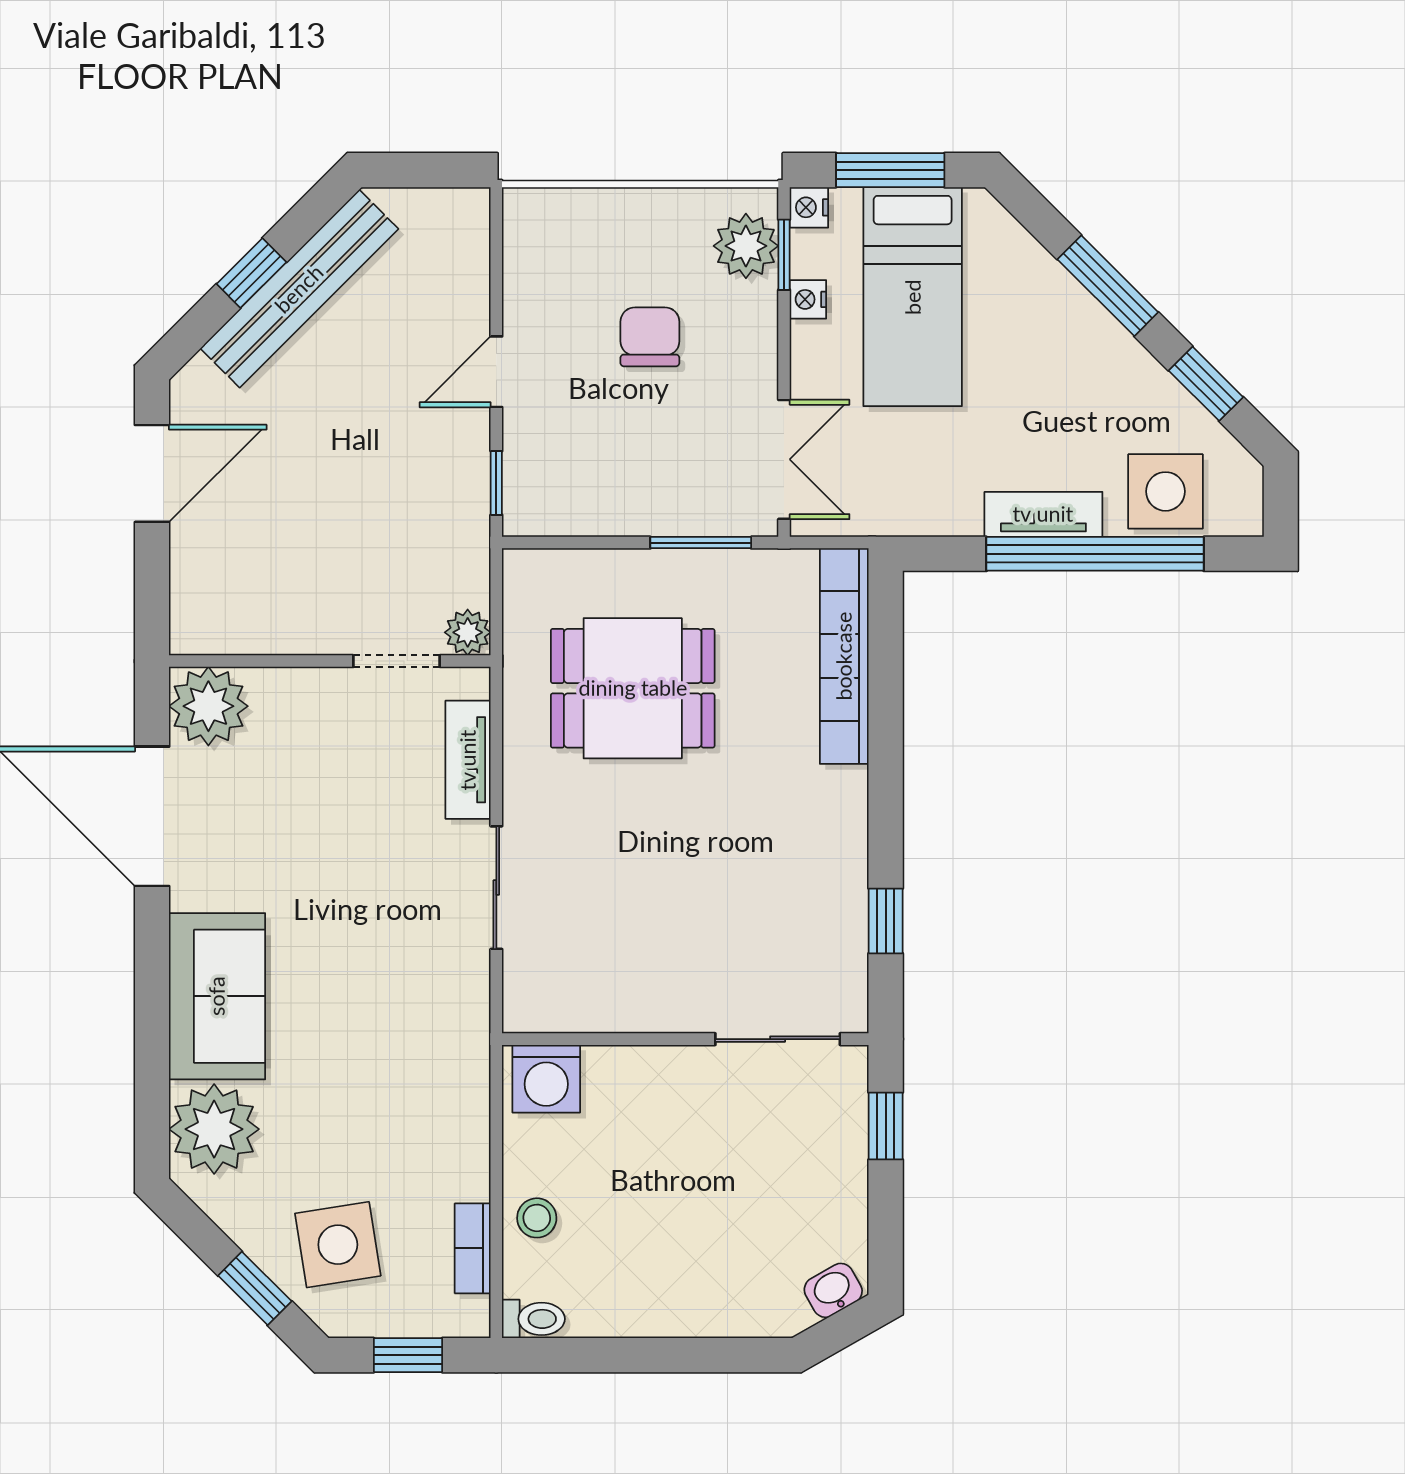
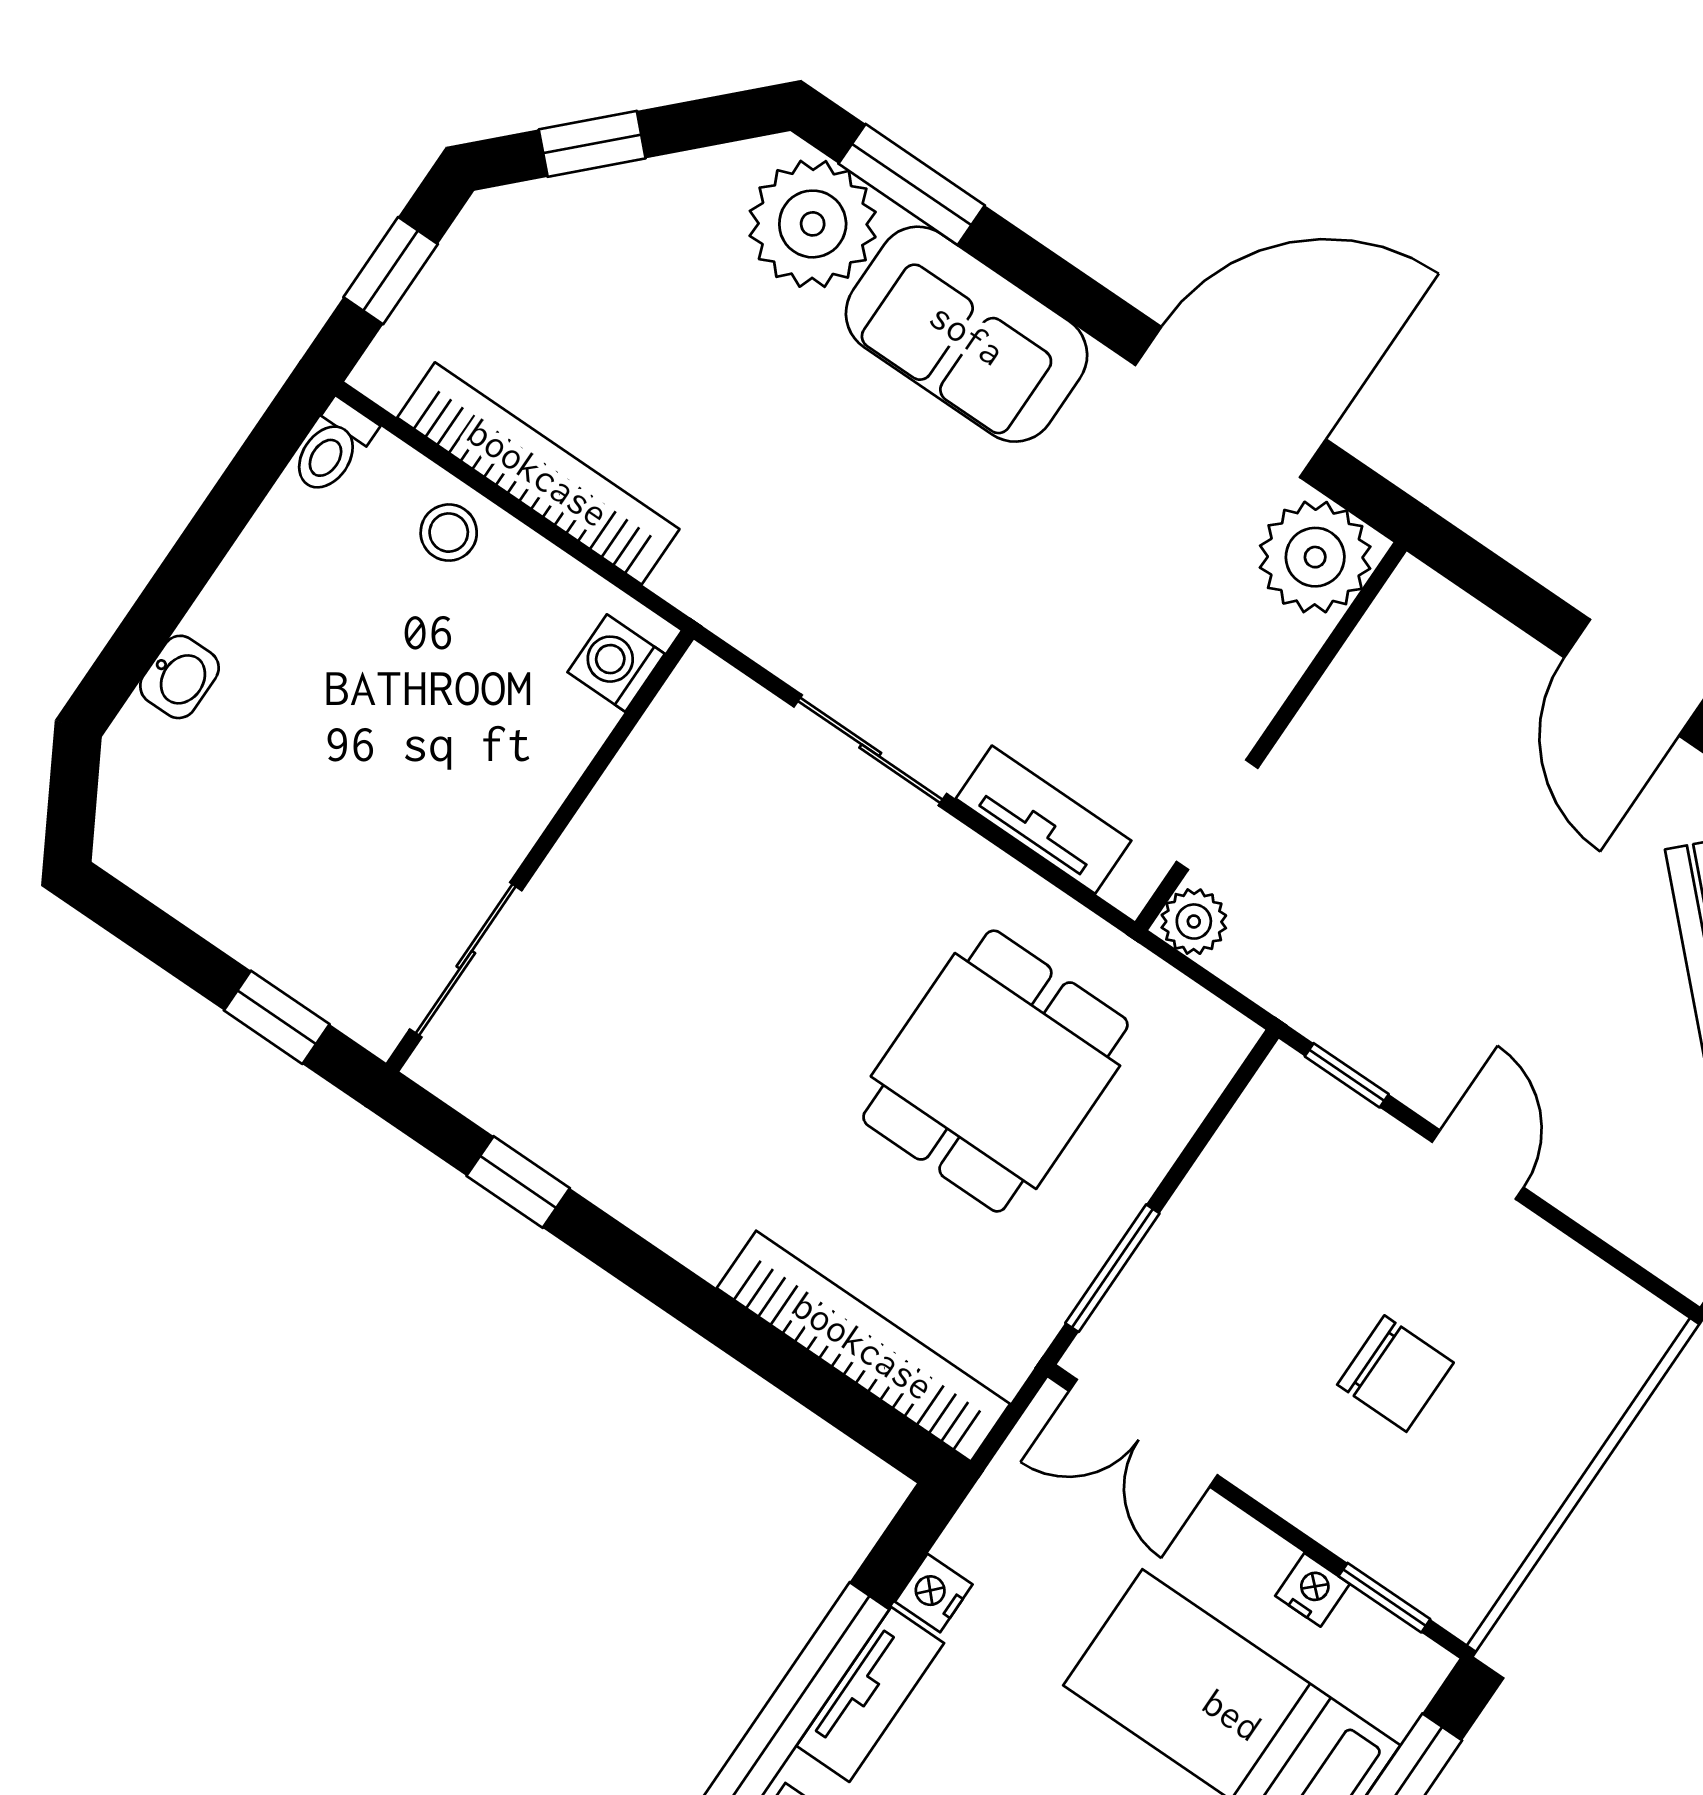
nightstand: (809, 207) -> (934, 1593), moved, turned -90
plant: (746, 246) -> (1425, 1560), removed
washing machine: (546, 1079) -> (616, 663), width x0.73, depth x0.73
window: (152, 1087) -> (912, 184), added
side table: (338, 1245) -> (577, 277), removed
bookcase: (473, 1248) -> (538, 473), width x2.31, depth x1.31
washbasin: (833, 1290) -> (179, 677), moved, turned 30

